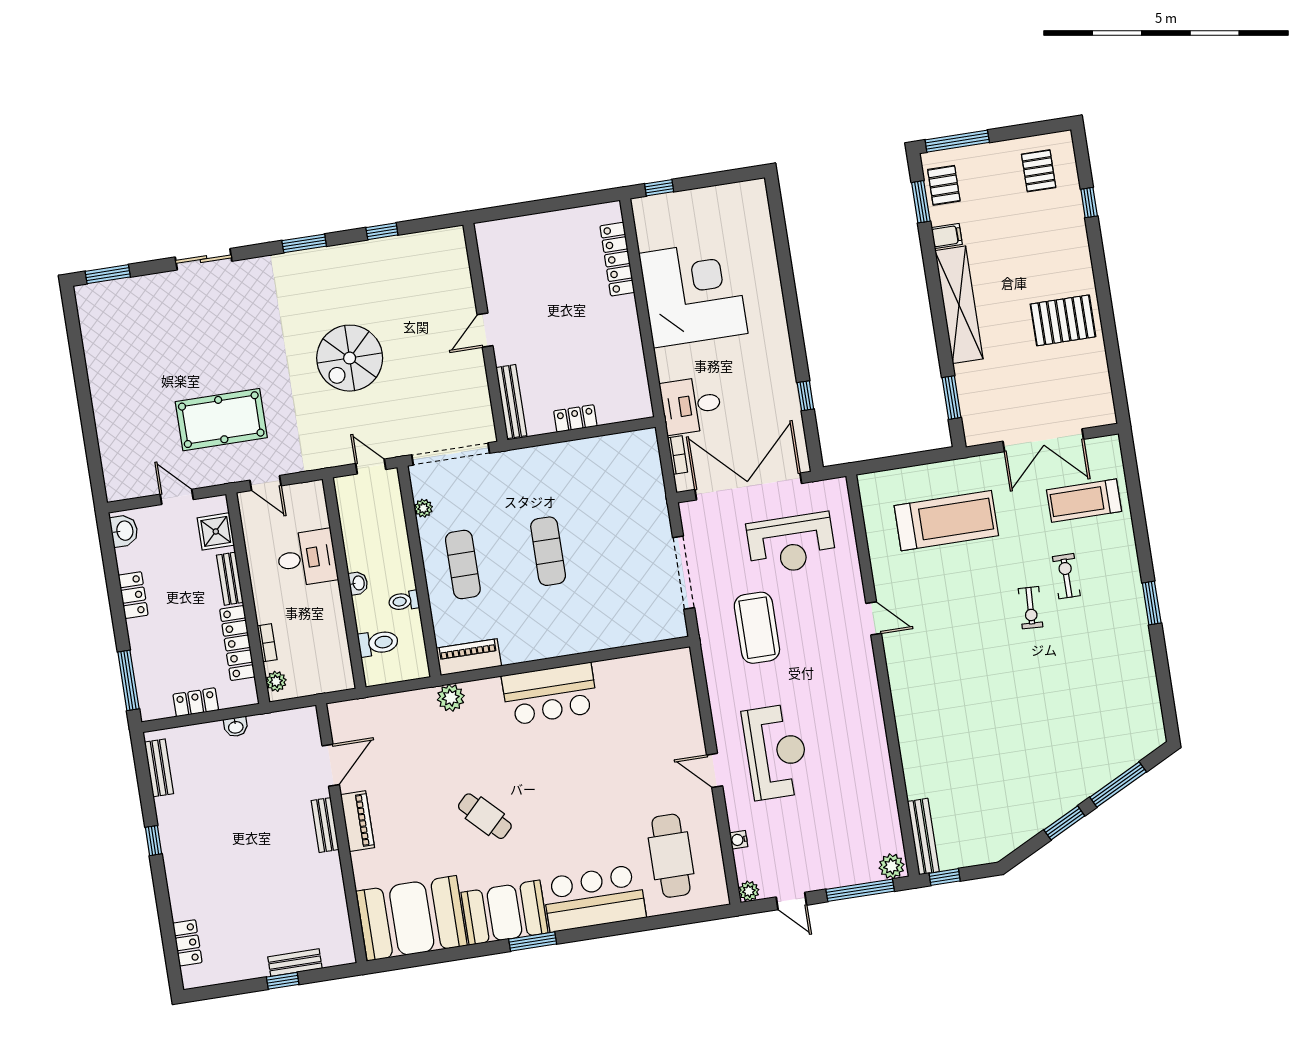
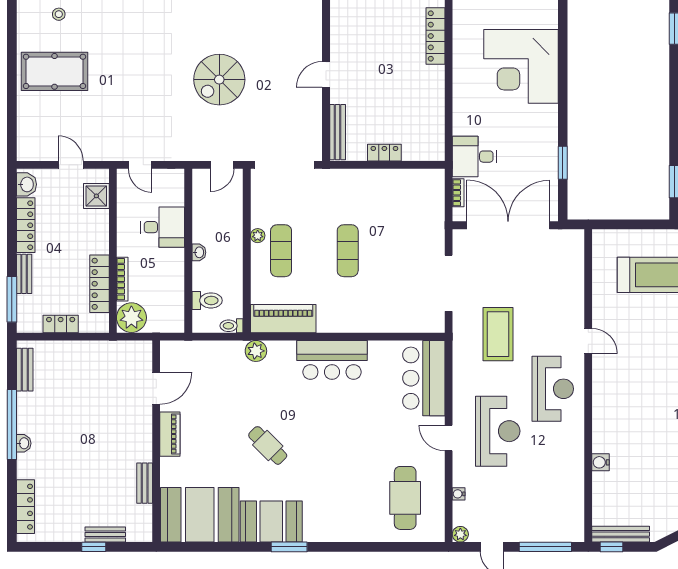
corner desk: (693, 293) -> (521, 66), moved, turned 180
stool: (131, 307) -> (59, 14), added
window: (805, 396) -> (563, 163), width x1.50
pool table: (221, 420) -> (54, 71), moved
door: (371, 466) -> (222, 165), swing flipped
plant: (423, 508) -> (258, 236), moved
reception desk: (791, 544) -> (553, 389), moved, turned -90
bench: (230, 579) -> (24, 274), moved
locker: (133, 595) -> (26, 225), width x1.53
toilet: (404, 601) -> (232, 326), moved
bookcase: (267, 643) -> (122, 279), width x1.56
piano: (469, 657) -> (283, 319), width x1.37, depth x1.33
plant: (276, 681) -> (131, 318), width x1.88, depth x1.88
washbasin: (236, 727) -> (24, 443), moved, turned -90
water cooler: (914, 771) -> (601, 462), added
bench: (325, 825) -> (145, 483), moved
bench: (923, 837) -> (621, 534), moved, turned 90
window: (153, 841) -> (12, 424), width x3.17
plant: (892, 866) -> (572, 532), removed
bar counter: (594, 898) -> (424, 378), moved, turned -90
locker: (187, 943) -> (26, 507), width x1.53

